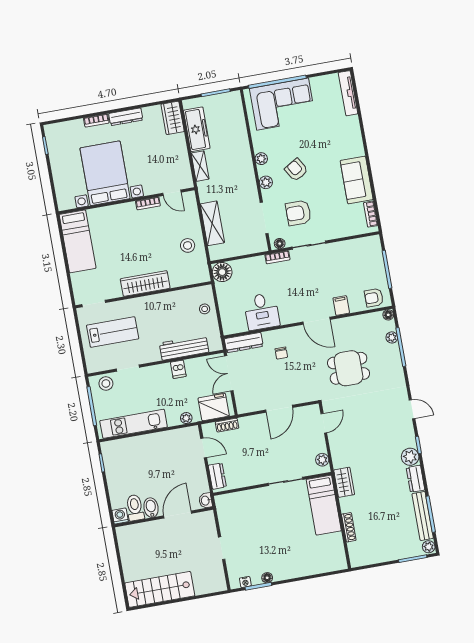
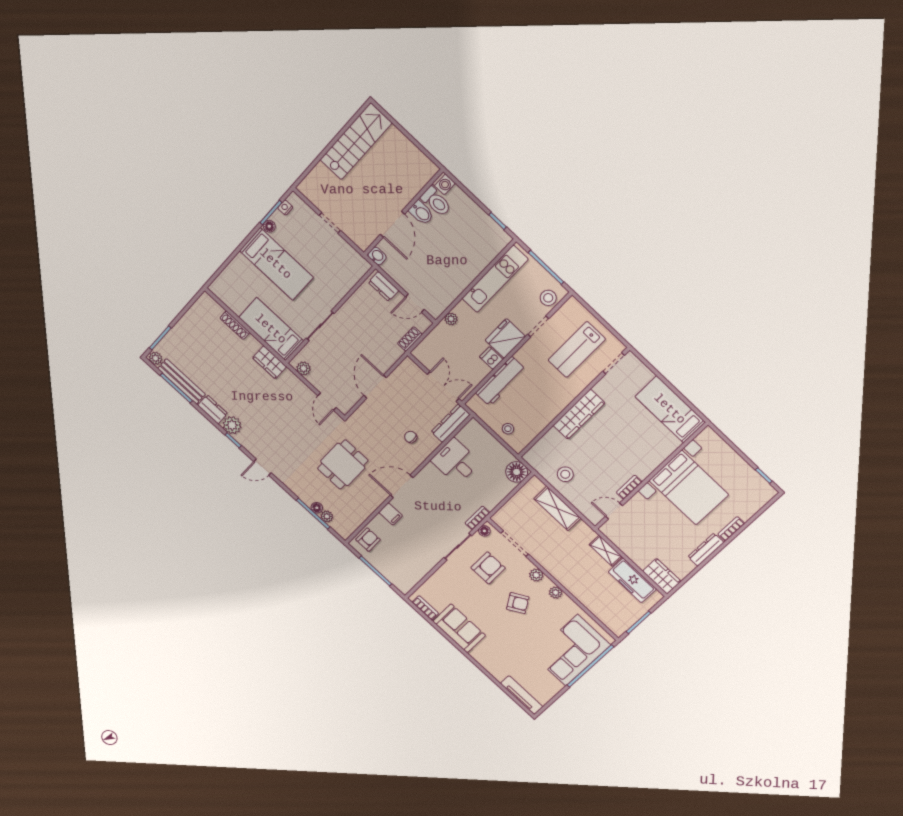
floor lamp: (388, 315) -> (317, 508), moved
fridge: (214, 407) -> (505, 338), moved, turned 180
bed: (283, 548) -> (276, 264), added

